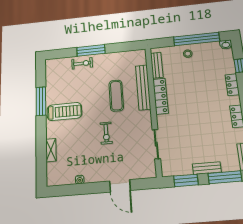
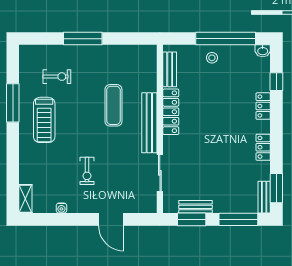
exercise bike: (82, 63) -> (57, 77), moved
bench: (143, 87) -> (149, 123), moved
treadmill: (64, 112) -> (44, 120), turned 90
exercise bike: (106, 133) -> (87, 171), moved
shelving: (51, 150) -> (25, 199), moved
bench: (207, 168) -> (196, 207), moved

